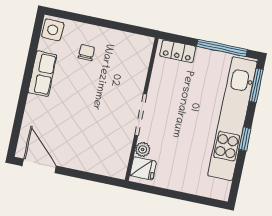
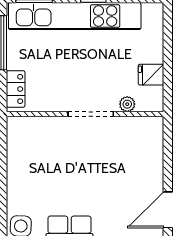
chair: (86, 53) -> (37, 185), removed
fridge: (143, 168) -> (151, 75), moved, turned -90

